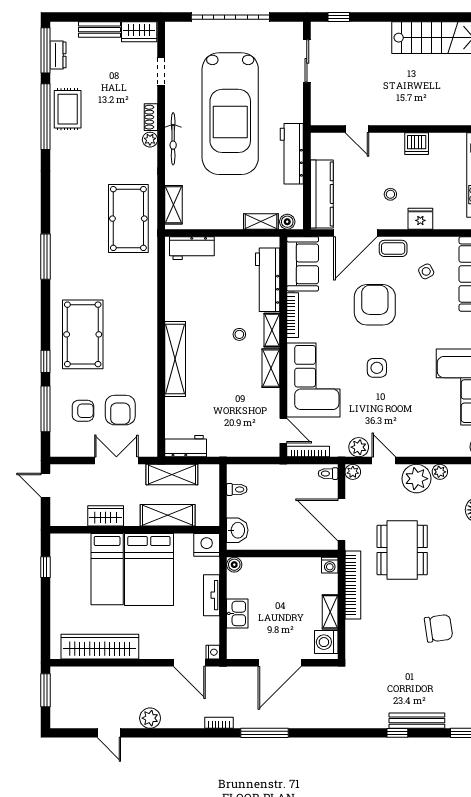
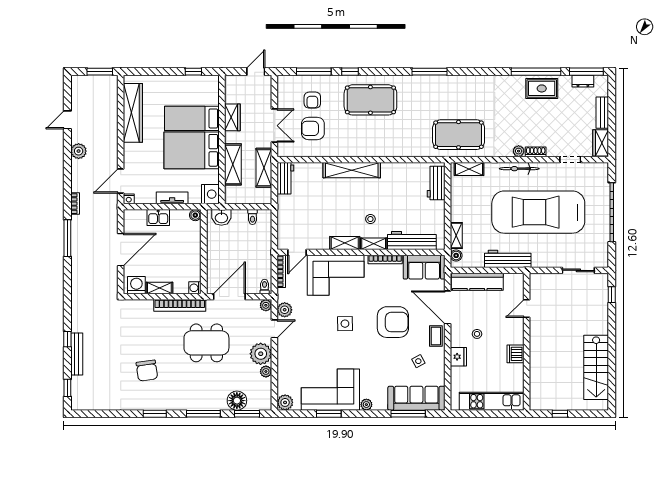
door: (280, 663) -> (121, 250), swing flipped

